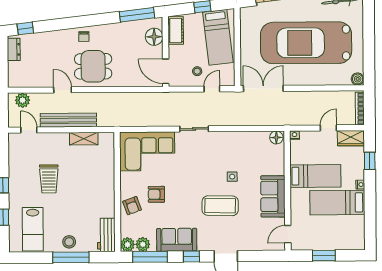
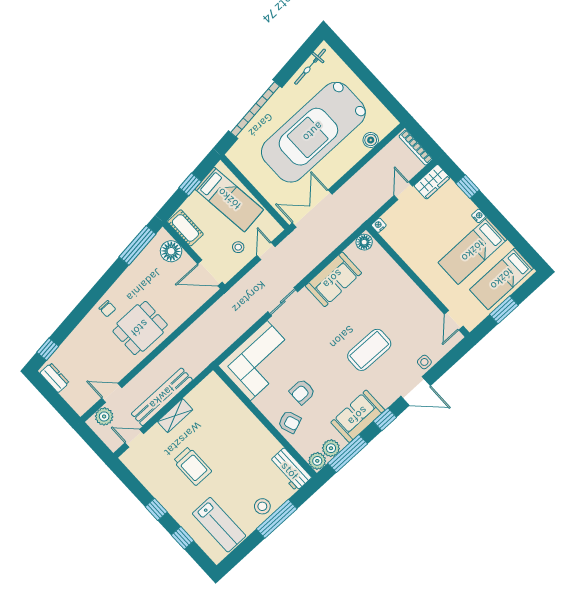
boiler: (358, 79) -> (371, 140), moved
door: (63, 90) -> (112, 393), moved
shelving: (84, 139) -> (175, 416), moved
bed: (315, 176) -> (502, 279), moved, turned 180
side table: (232, 177) -> (424, 362), moved
sofa: (273, 196) -> (333, 279), moved, turned -90

